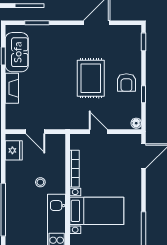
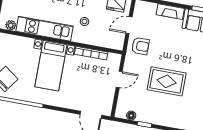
armchair: (126, 83) -> (140, 46), moved, turned 180
floor lamp: (136, 123) -> (131, 116), moved

